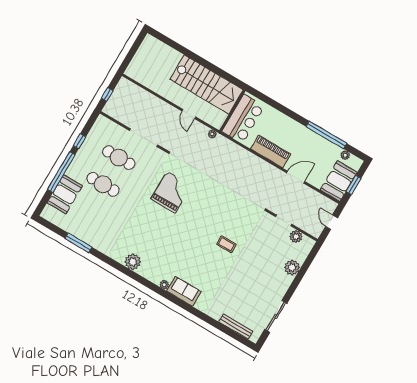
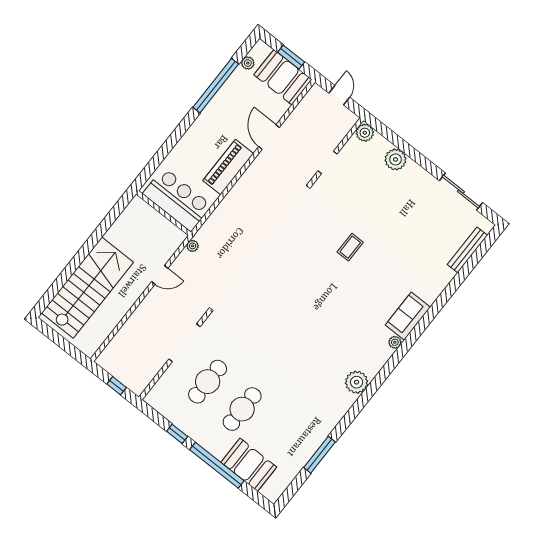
stairs: (207, 84) -> (87, 288), moved
grand piano: (171, 192) -> (266, 315), removed
door: (332, 222) -> (339, 95), swing flipped
plant: (296, 237) -> (365, 133), moved

